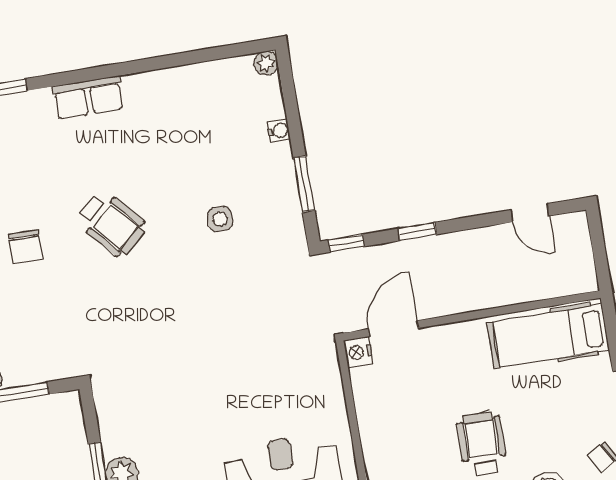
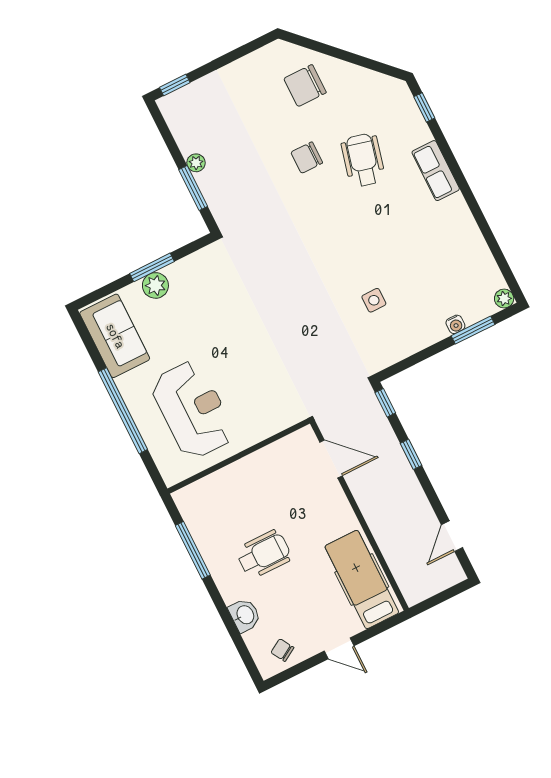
window: (304, 184) -> (473, 330), moved
wheelchair: (111, 224) -> (363, 160), moved, turned 146
nightstand: (358, 352) -> (305, 438), removed

